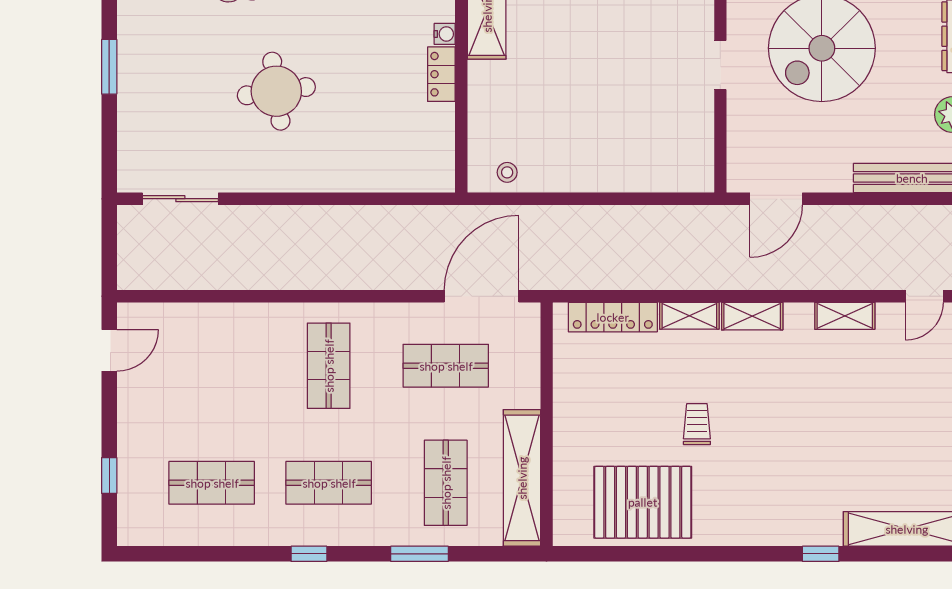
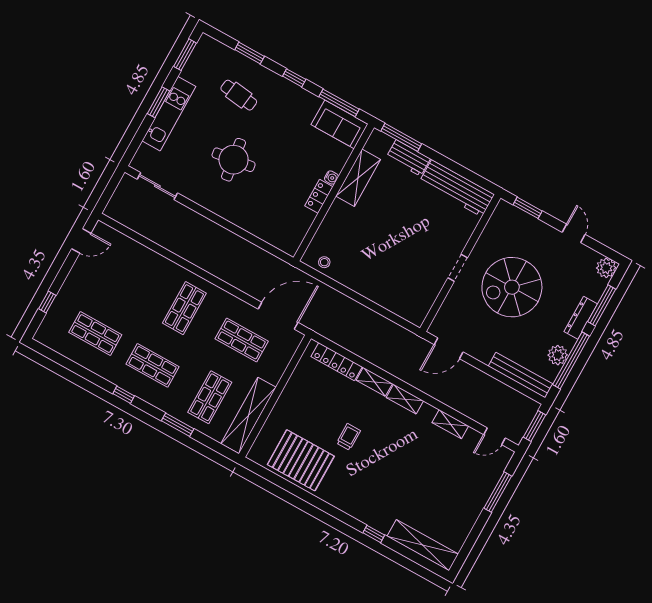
kitchen unit: (135, 75) -> (169, 114), added

